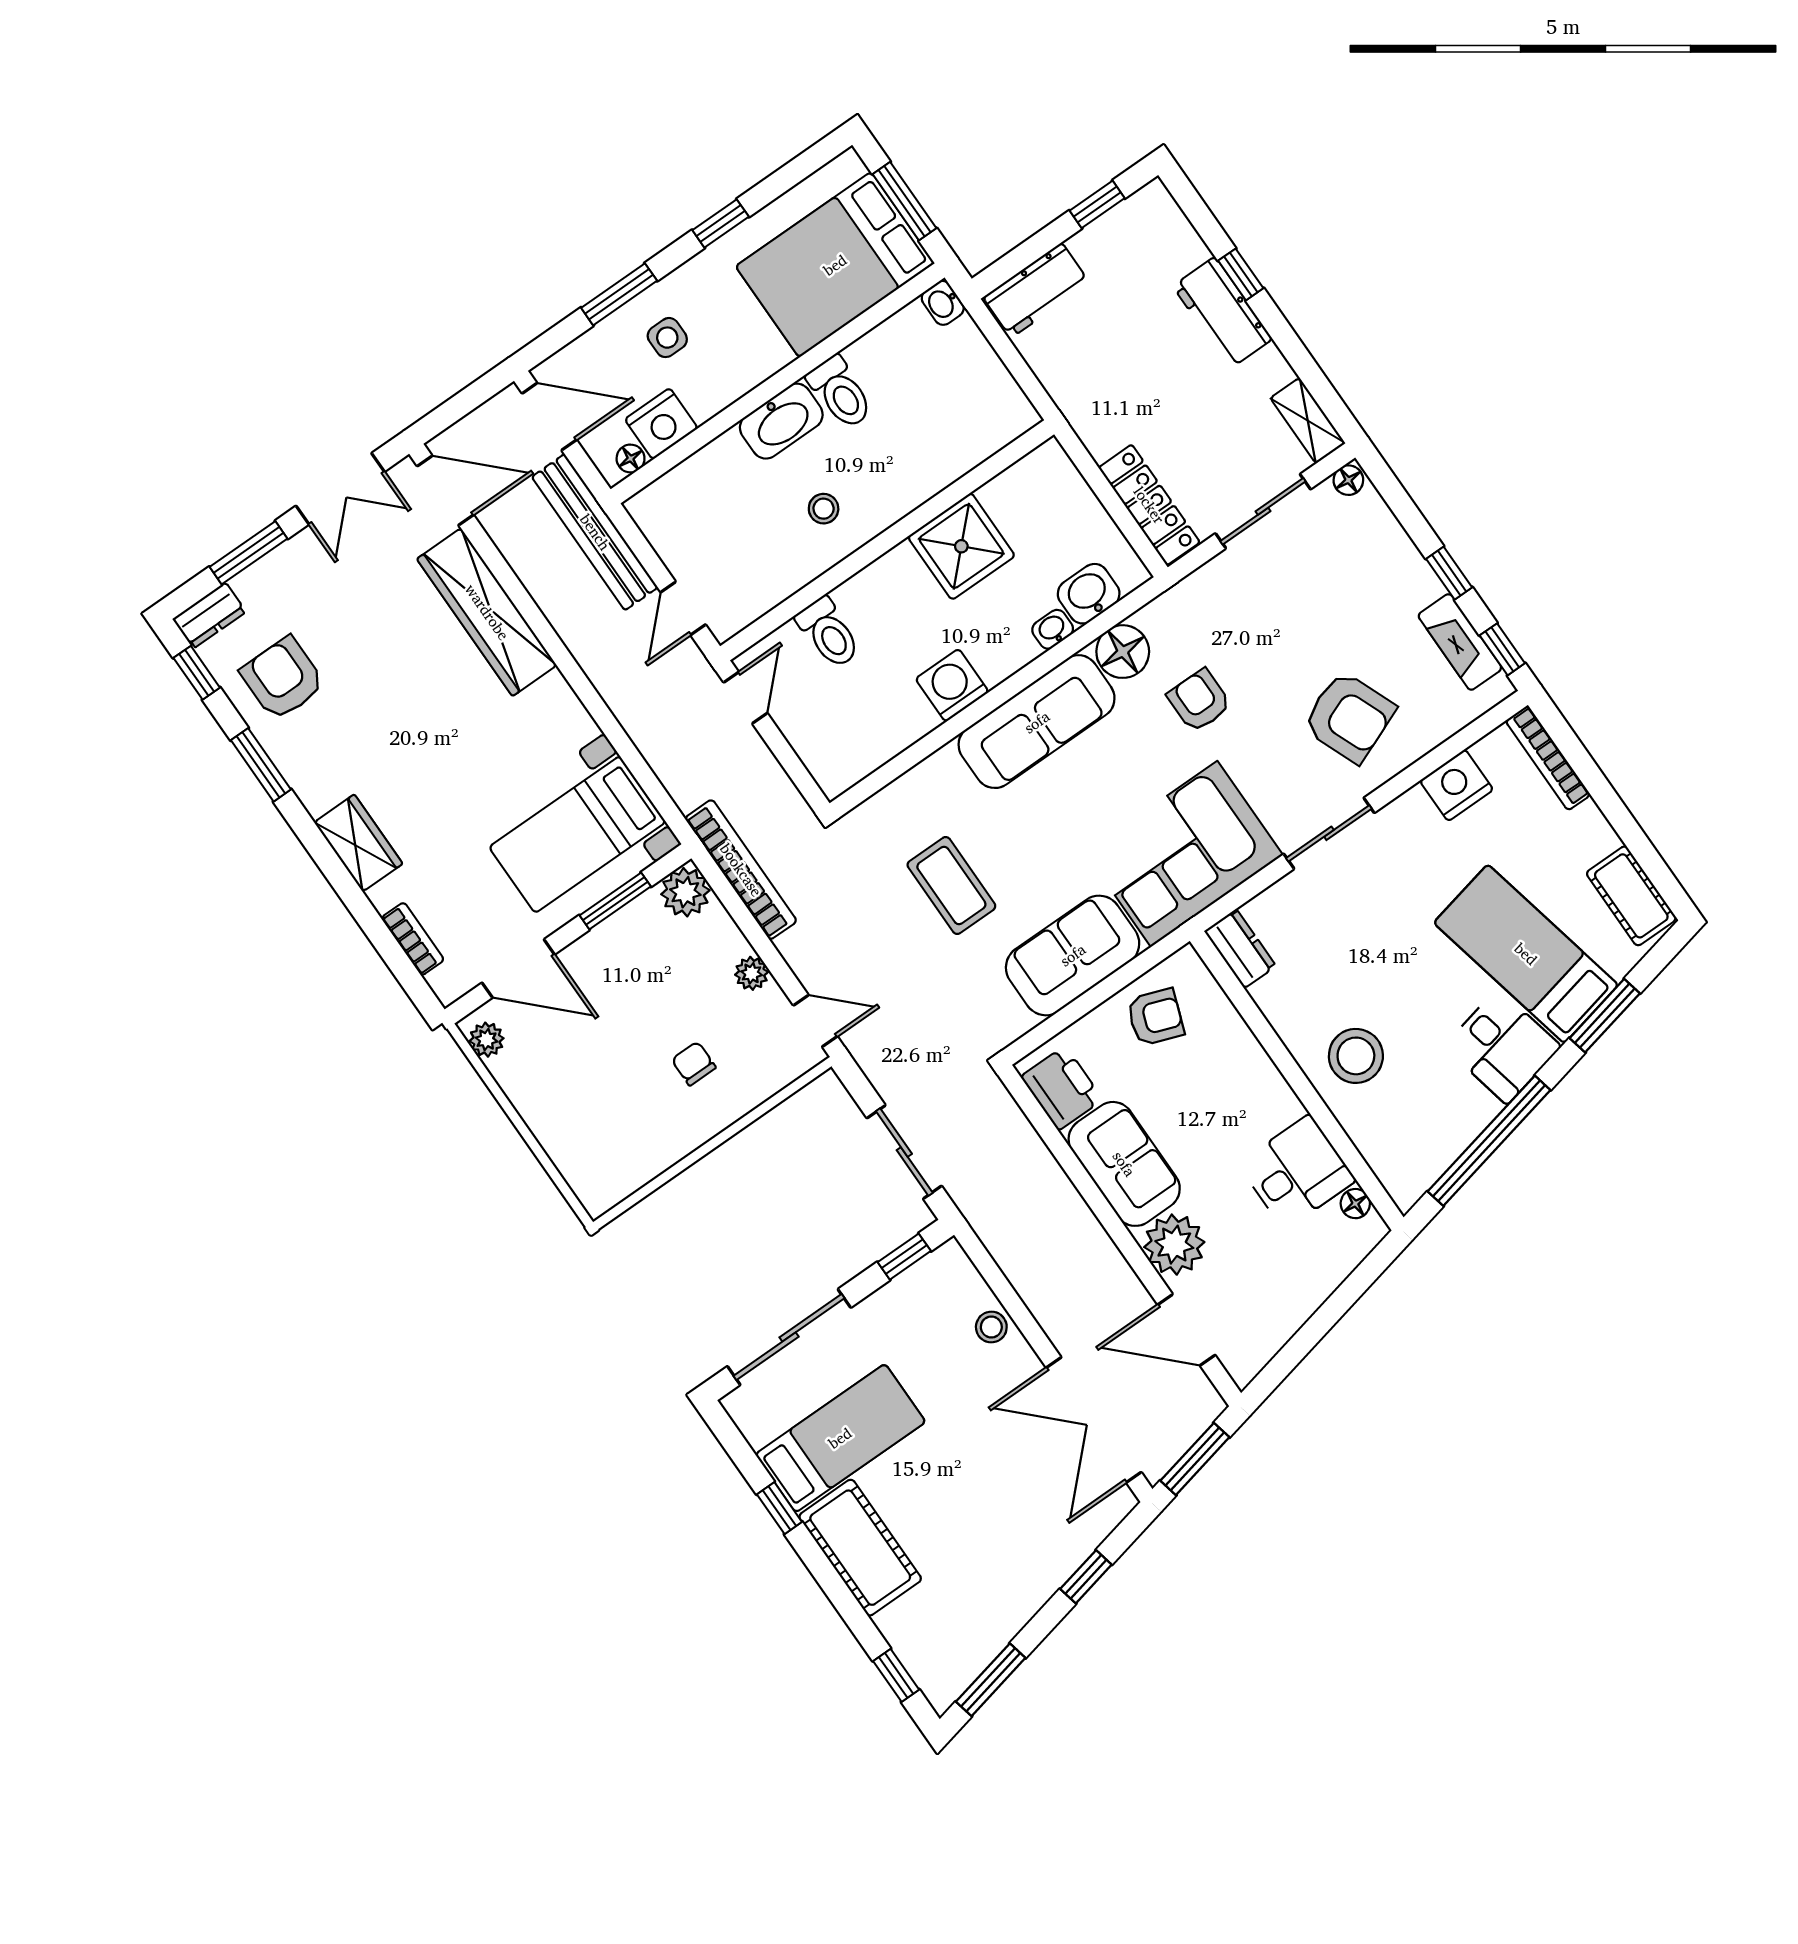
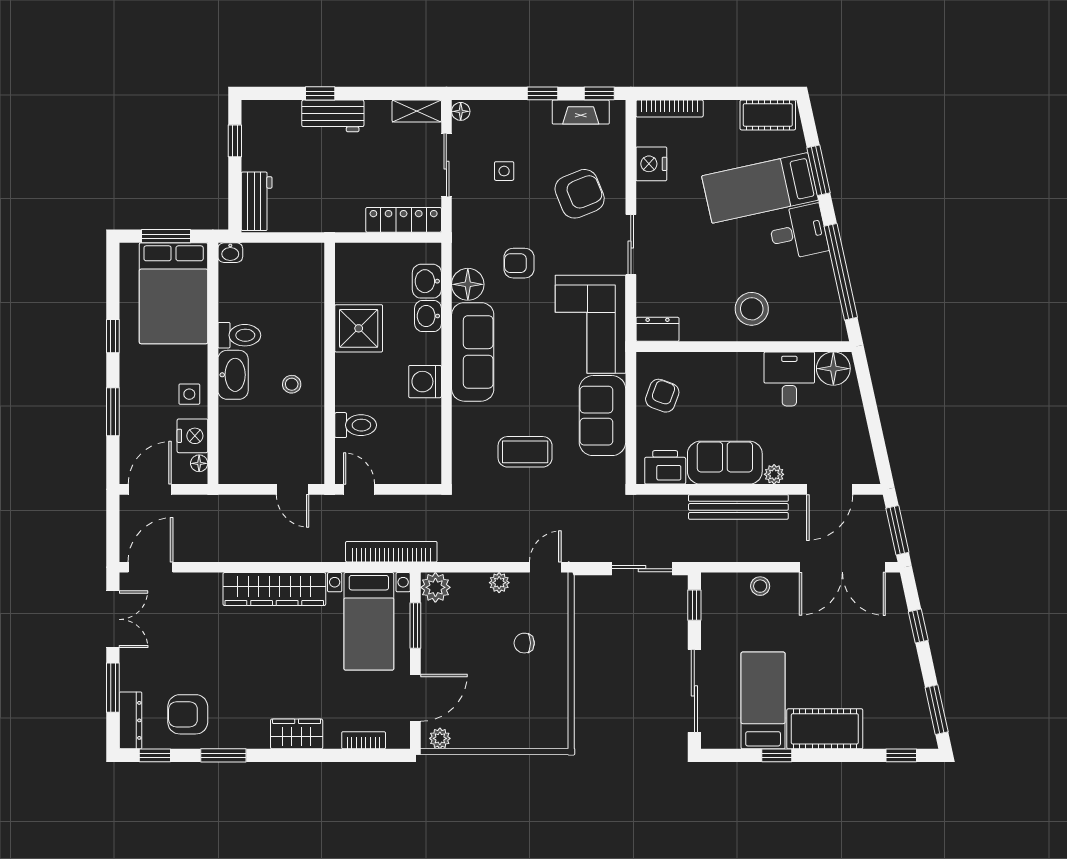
side table: (667, 338) -> (189, 394), moved
bench: (595, 532) -> (738, 507), moved
side table: (1309, 594) -> (504, 171), added
wardrobe: (487, 612) -> (274, 589), moved
dresser: (209, 615) -> (131, 720), width x1.44
washbasin: (1053, 629) -> (428, 316), width x1.38, depth x1.45
bookcase: (741, 870) -> (391, 552), moved
floor lamp: (1355, 1204) -> (833, 369), width x1.89, depth x1.89
plant: (1174, 1245) -> (774, 474), width x0.53, depth x0.53

